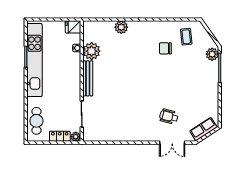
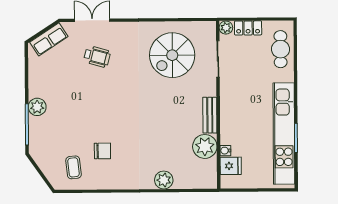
fridge: (73, 27) -> (231, 166), moved
plant: (212, 54) -> (37, 107), moved
bench: (88, 78) -> (210, 115), width x0.73
spiral stairs: (115, 117) -> (172, 55), added

